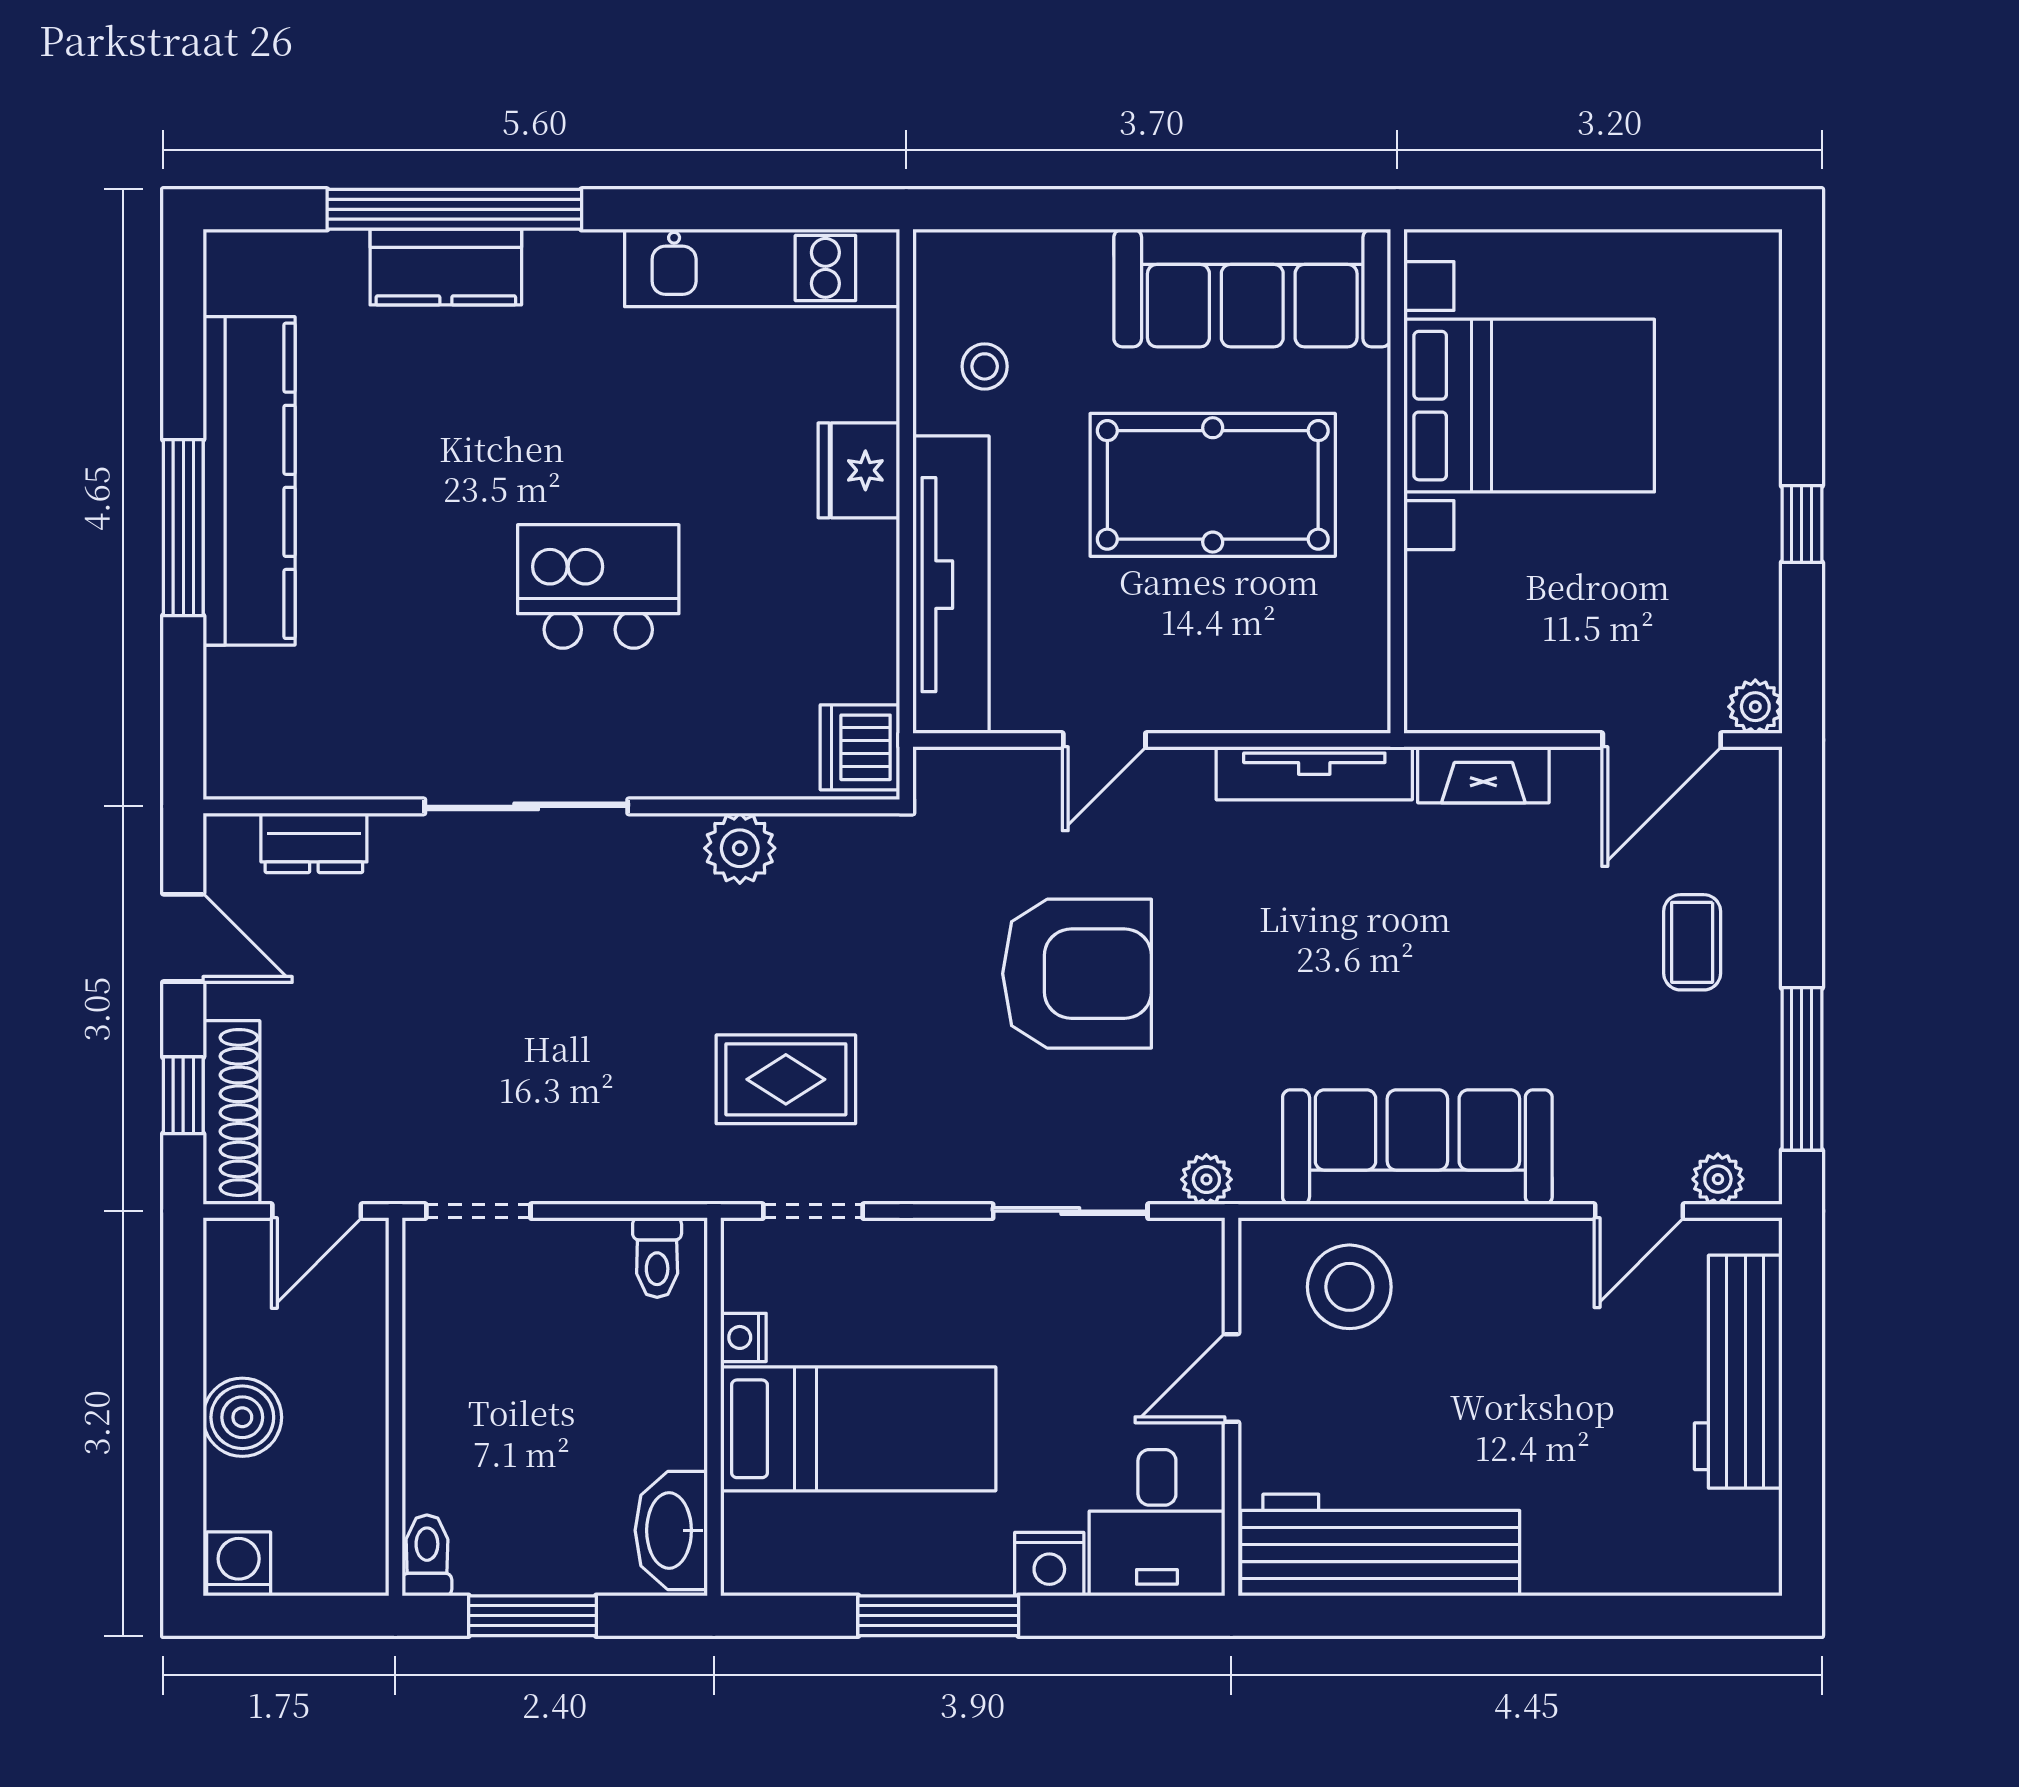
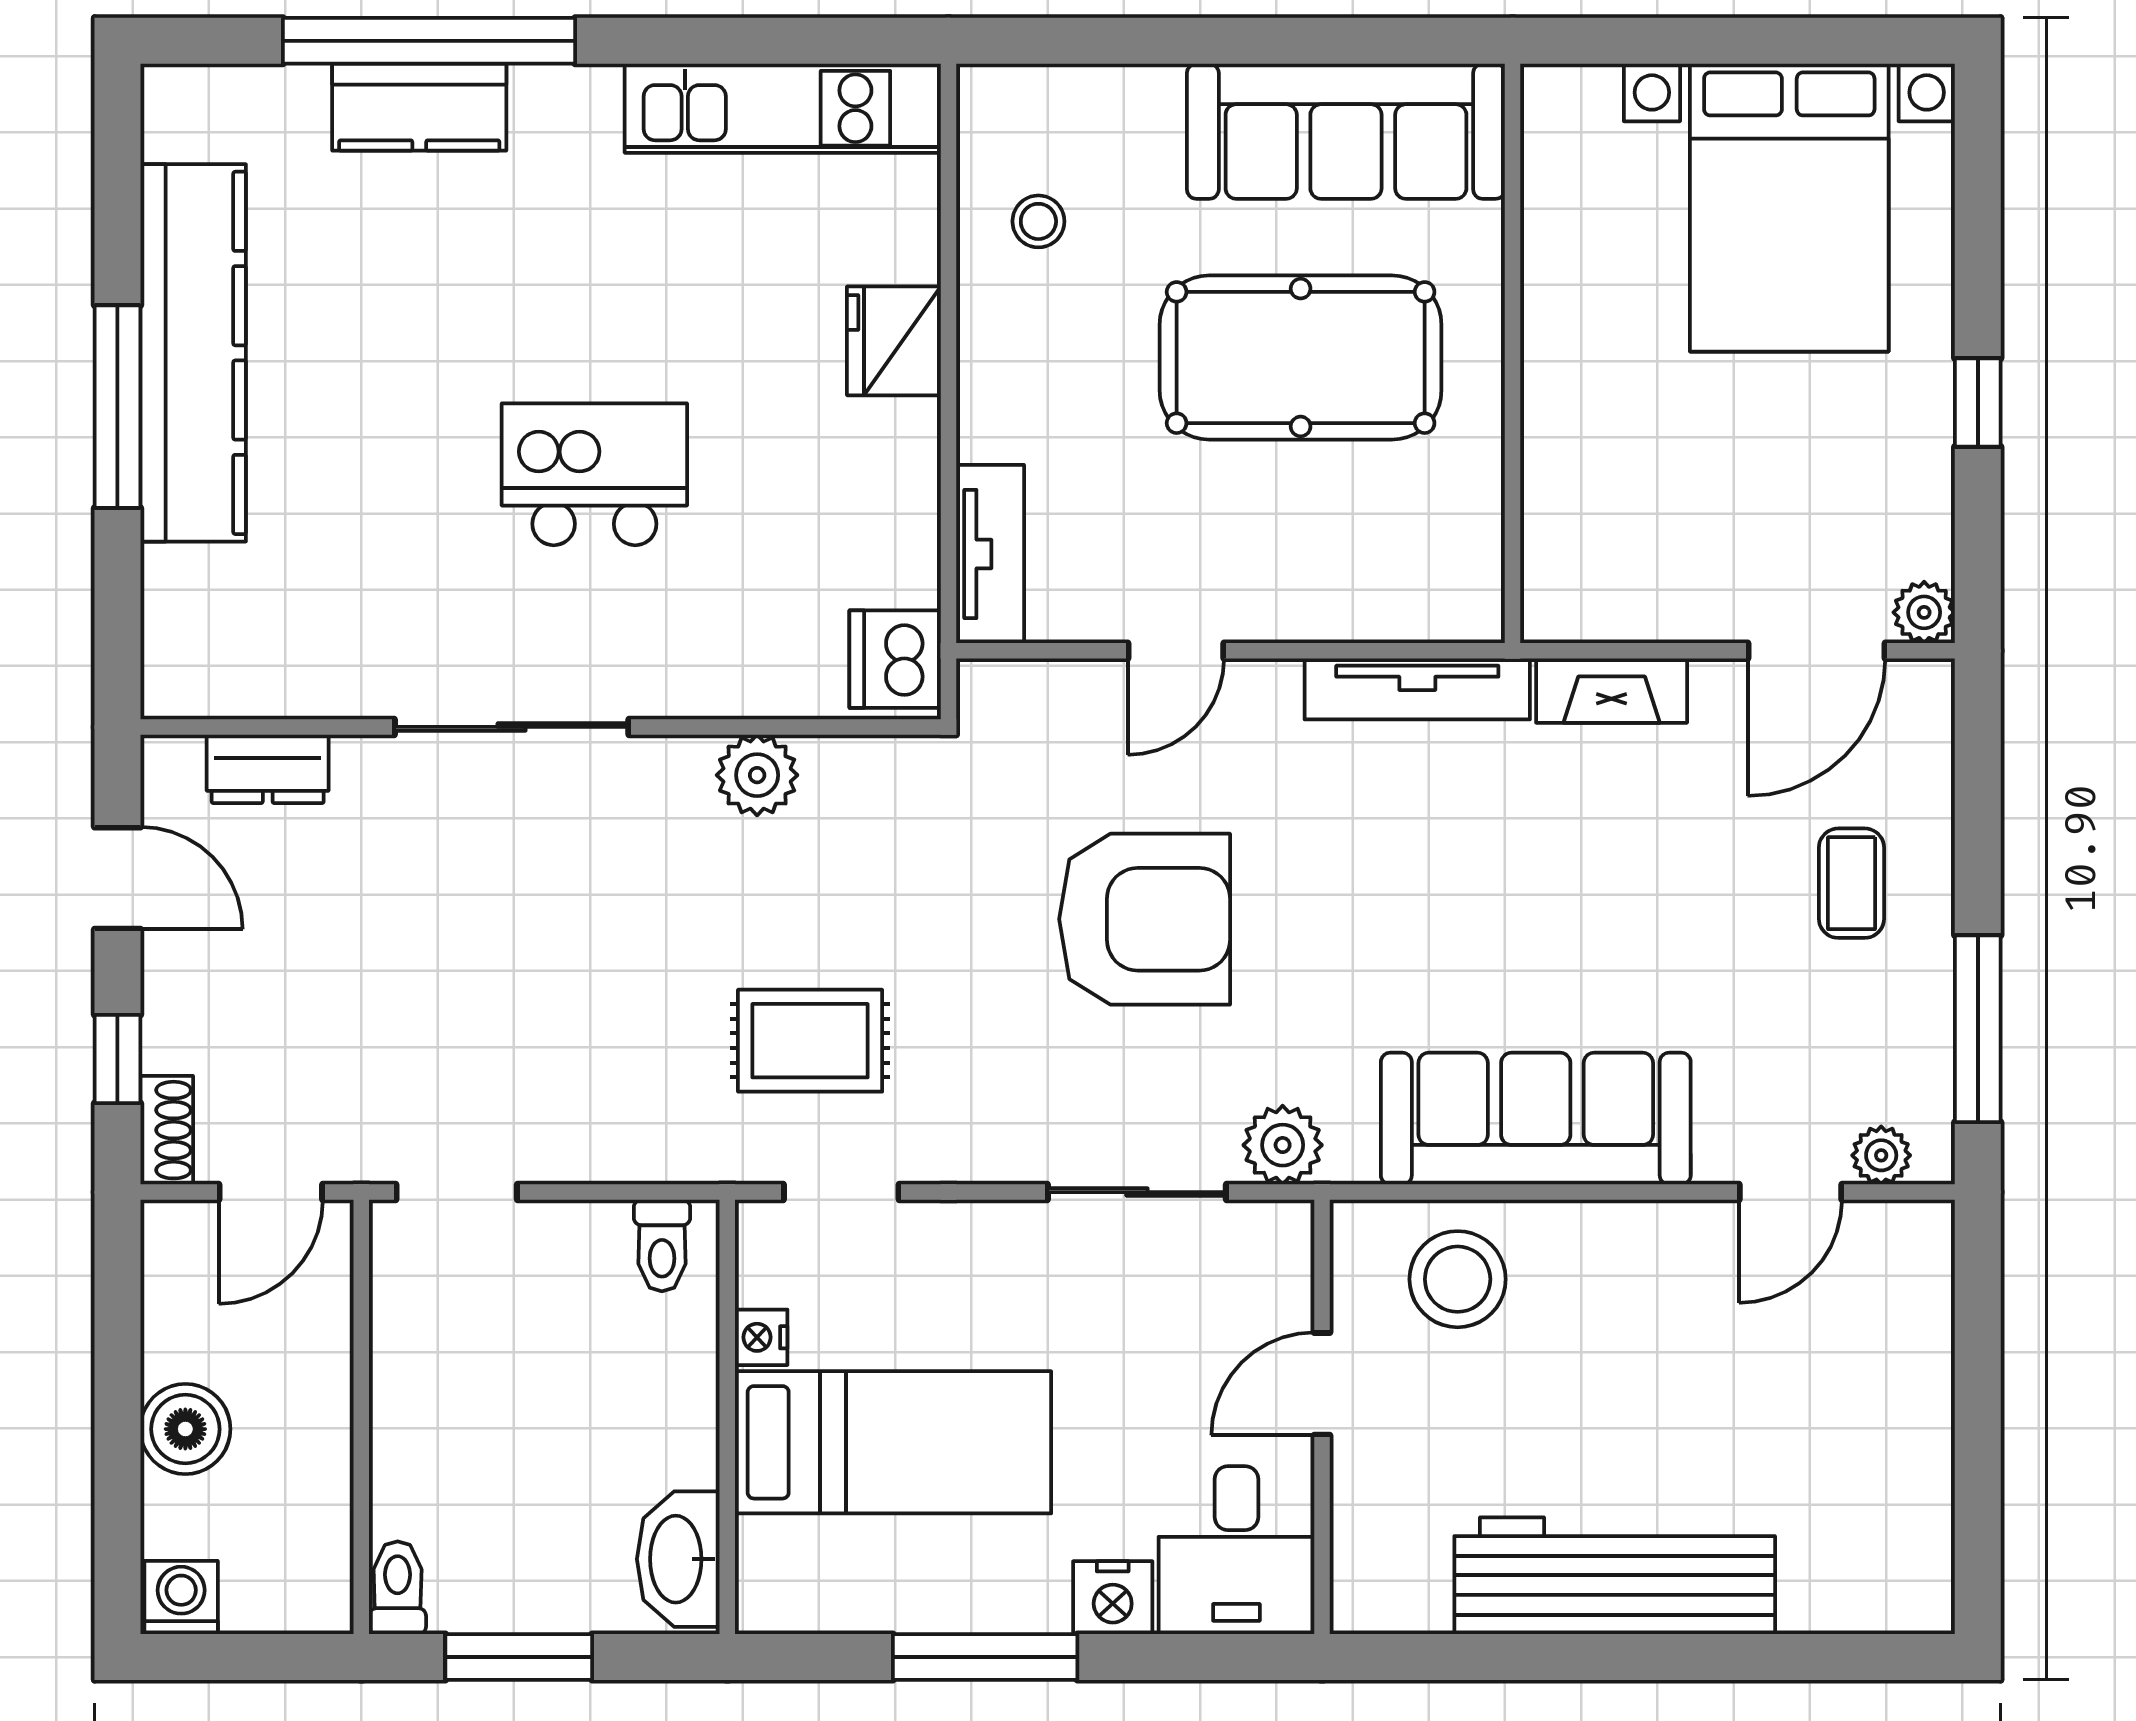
bed with nightstands: (1529, 406) -> (1789, 208), moved, turned 90
tv unit: (951, 585) -> (990, 554), width x0.52, depth x0.78
shoe rack: (231, 1113) -> (167, 1130), width x0.51, depth x0.81
plant: (1206, 1179) -> (1283, 1145), width x1.38, depth x1.38
workbench: (1738, 1372) -> (1904, 1377), removed
workbench: (1380, 1545) -> (1615, 1576), moved

